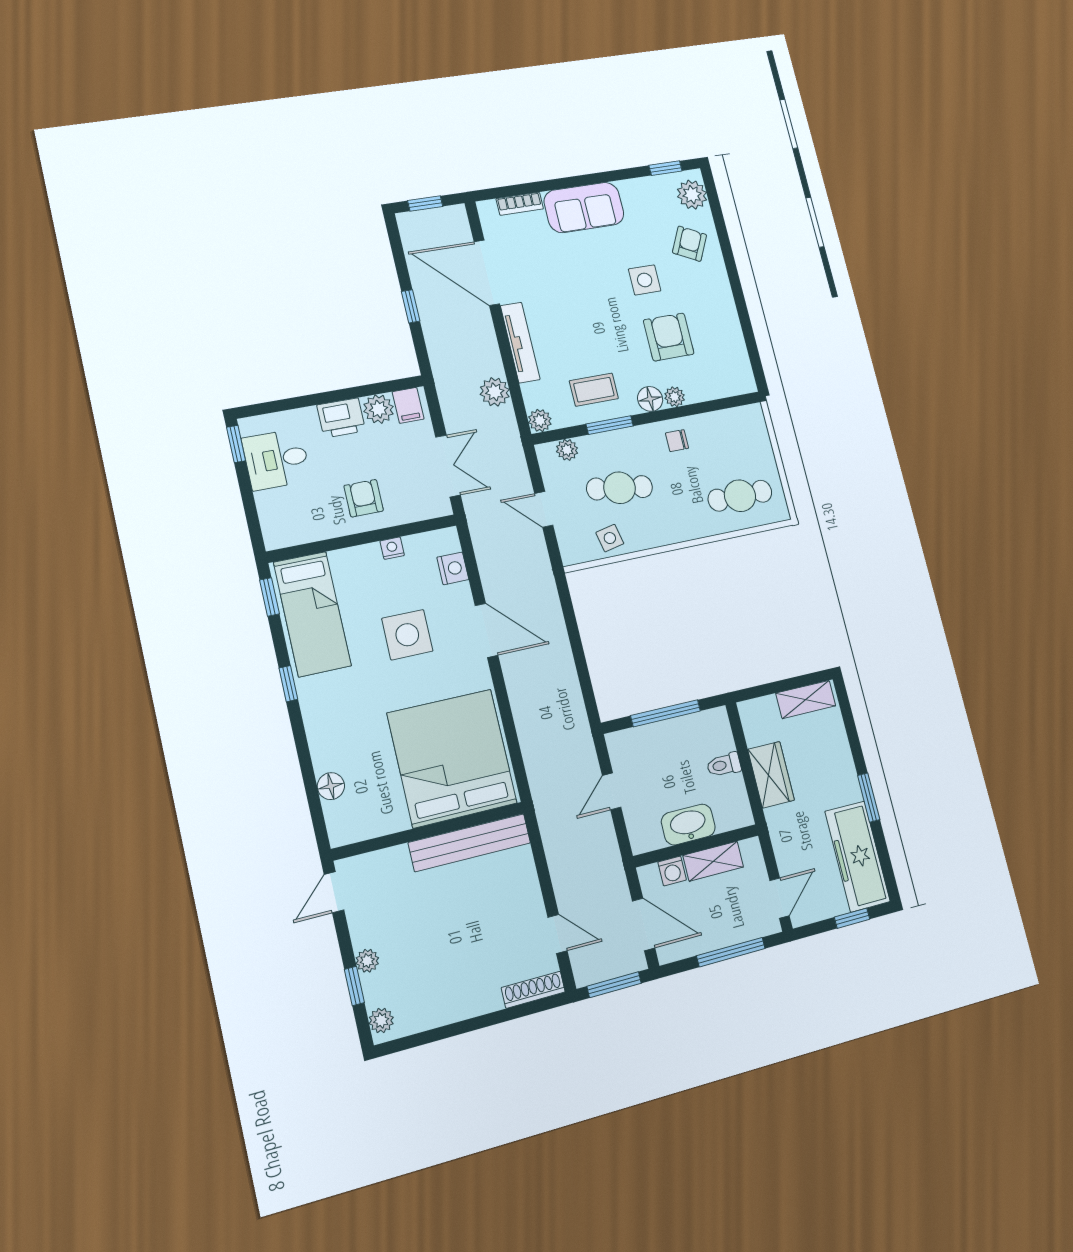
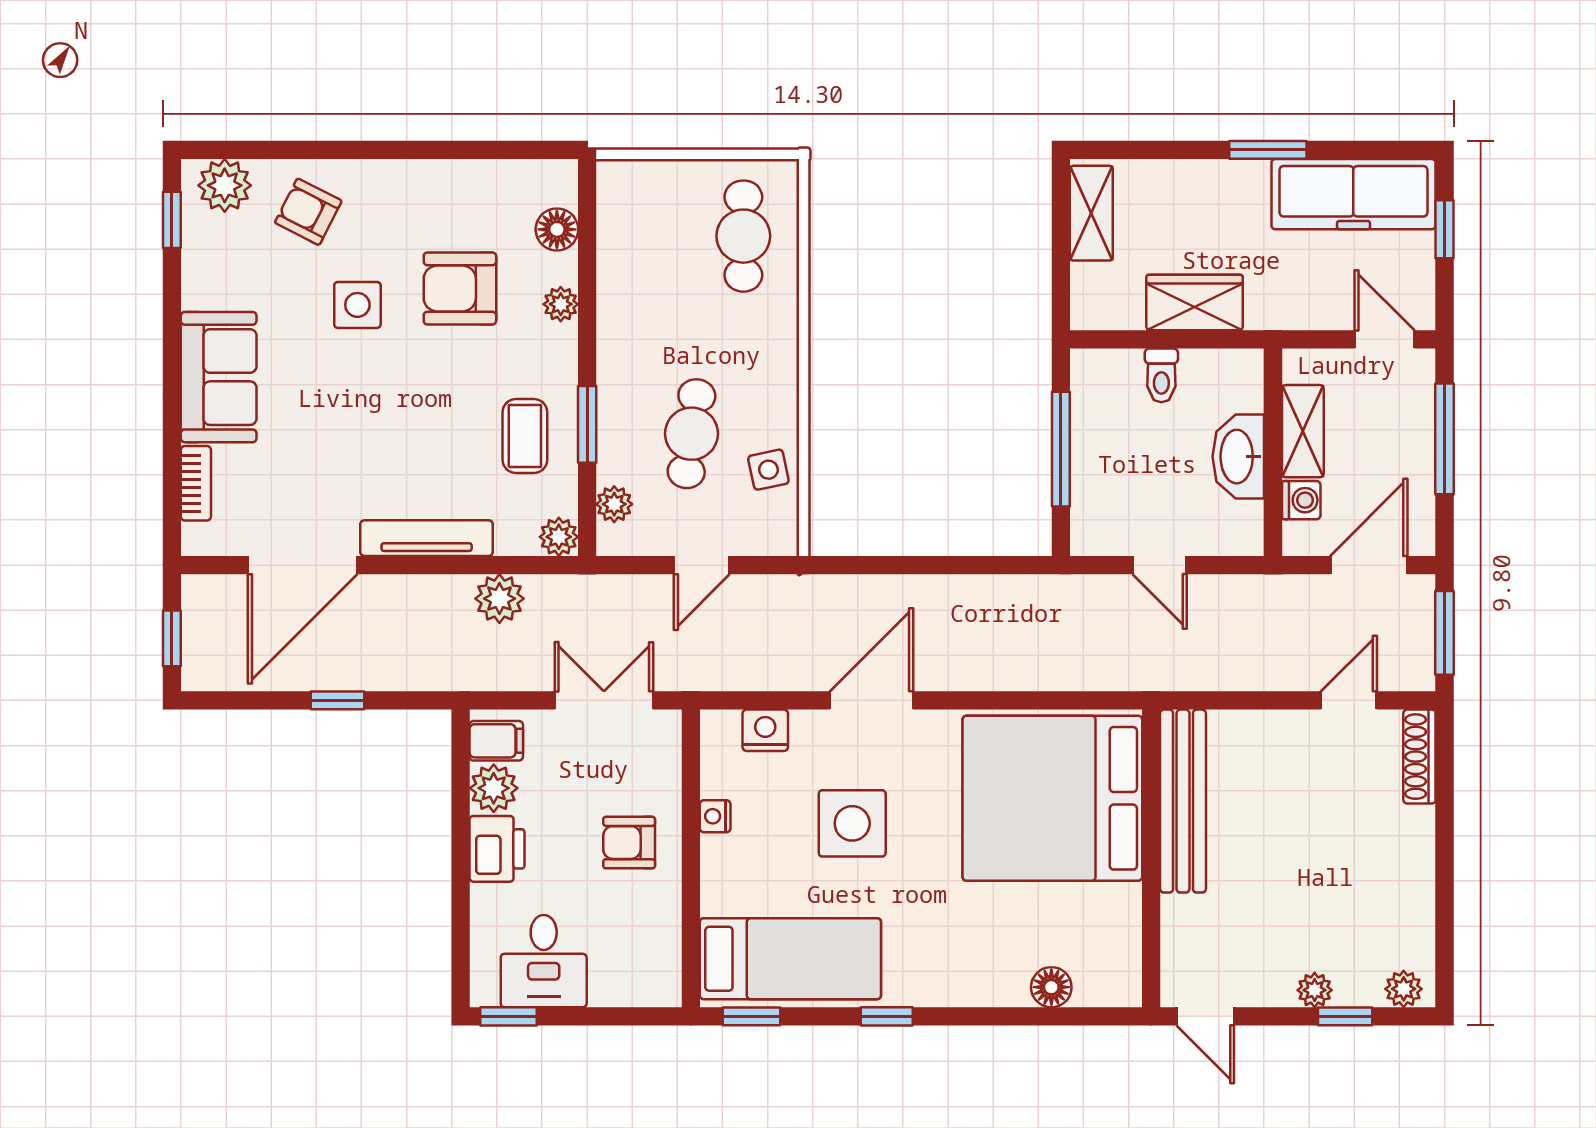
floor lamp: (650, 399) -> (557, 229), moved
chair: (677, 441) -> (633, 319), removed

